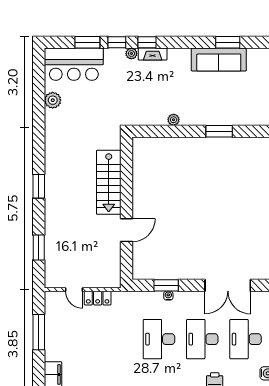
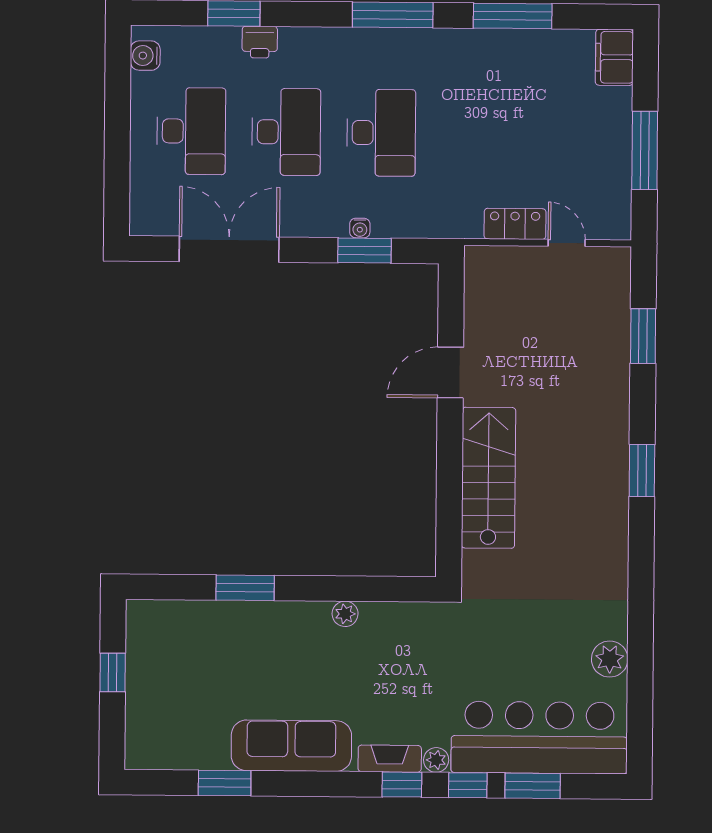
sofa: (219, 59) -> (291, 746), moved
bar counter: (74, 64) -> (539, 738), width x1.36

